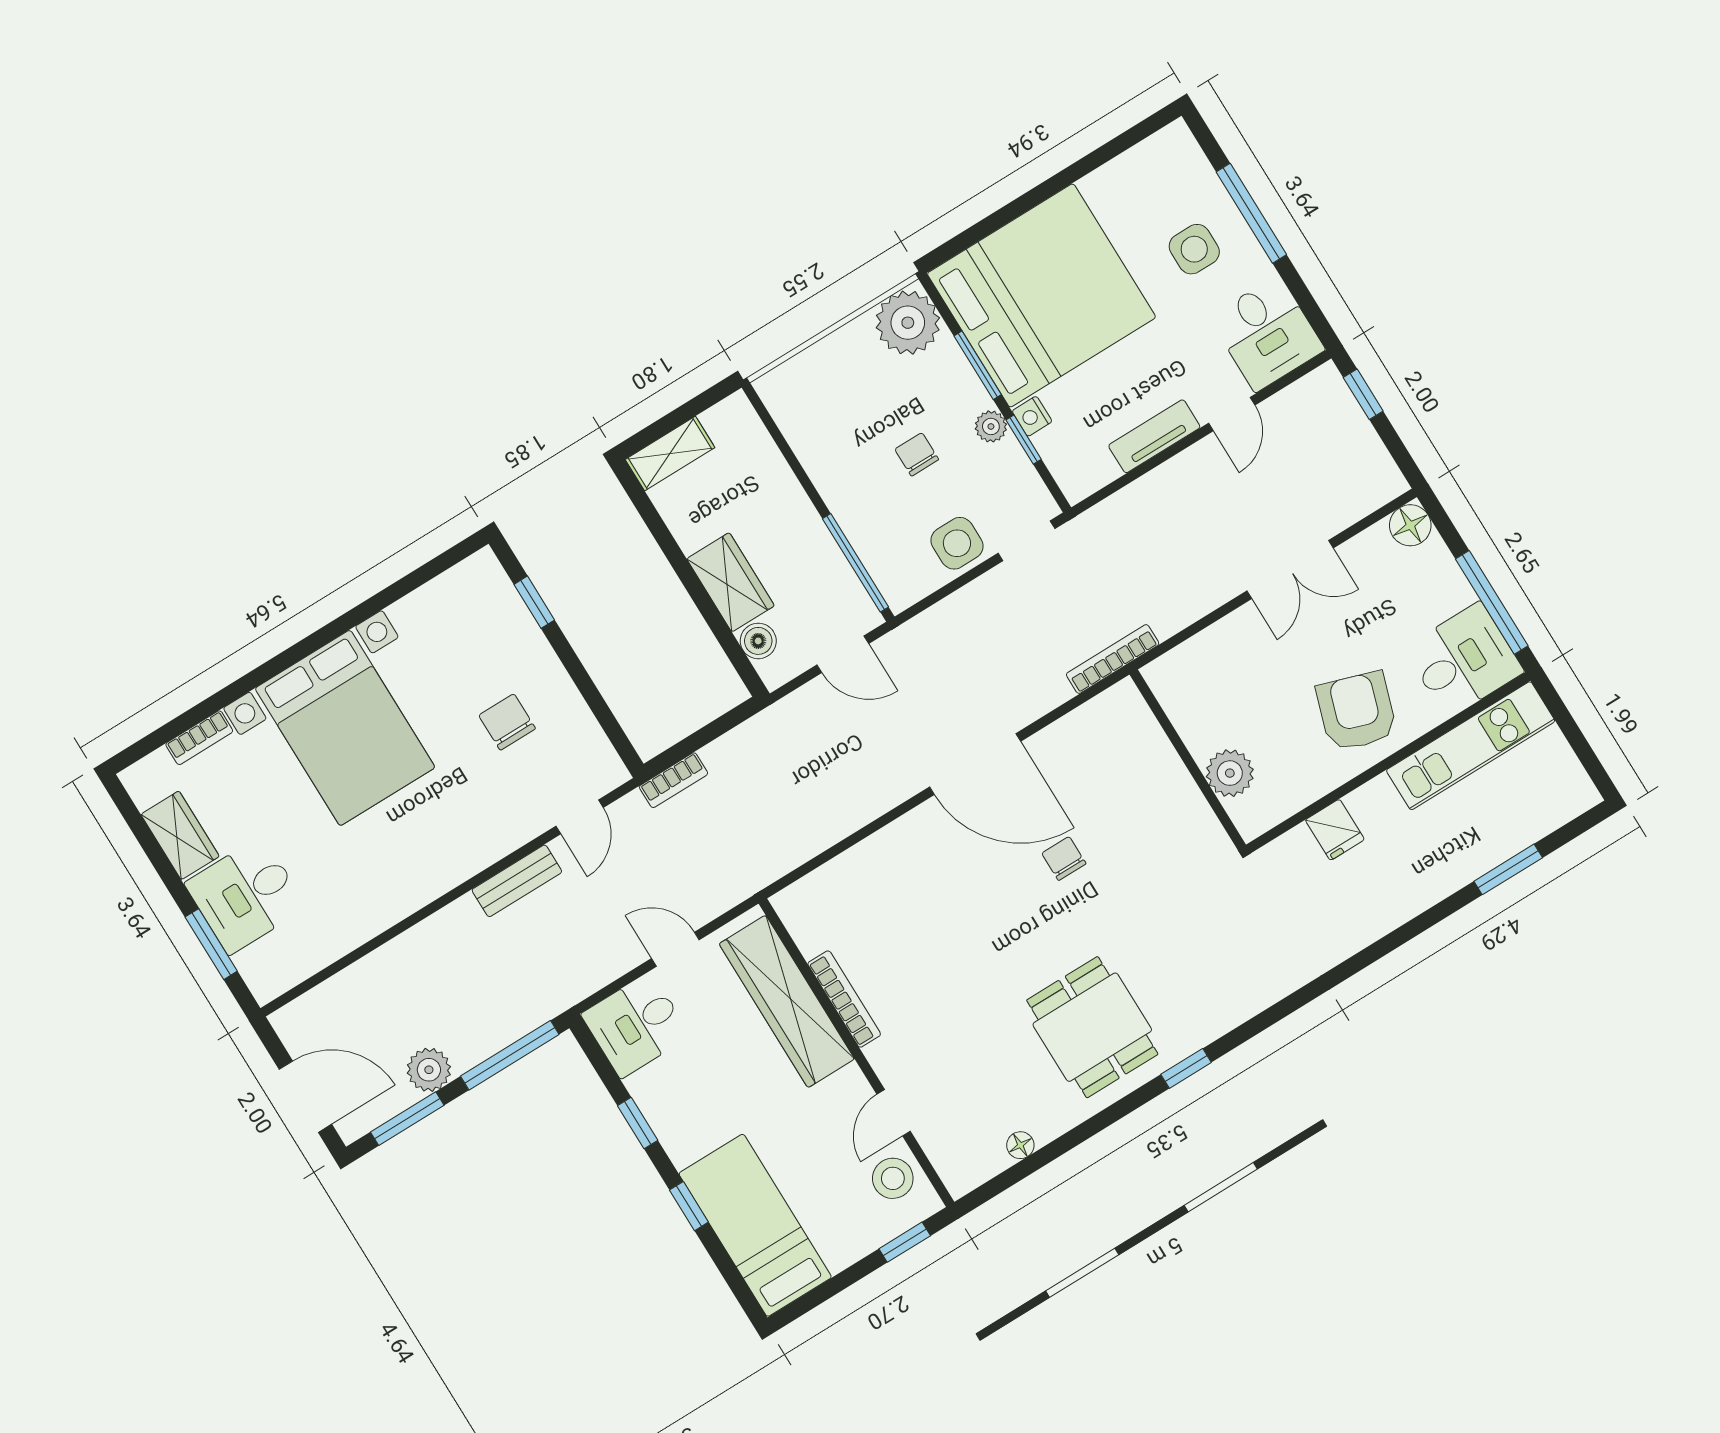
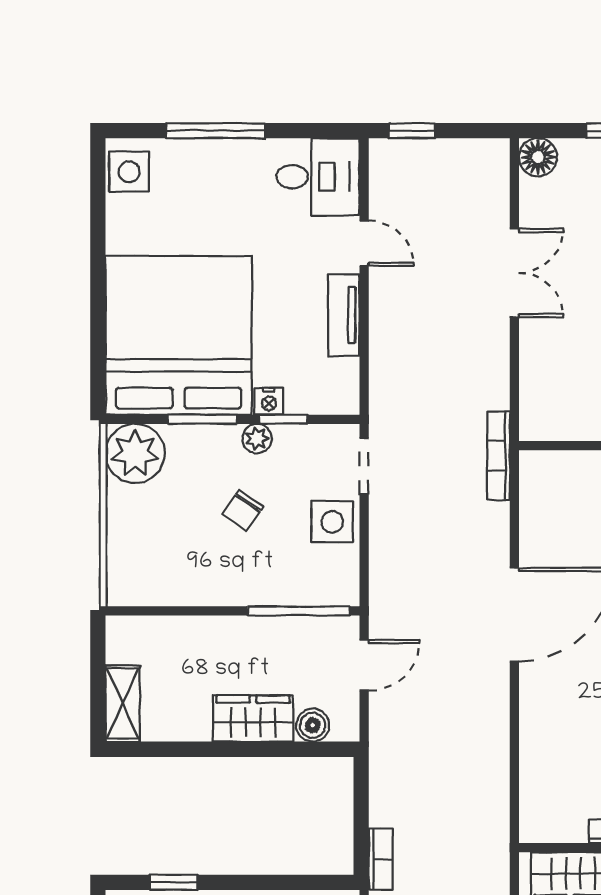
side table: (1194, 249) -> (129, 172), moved
chair: (917, 454) -> (243, 510), turned -56

